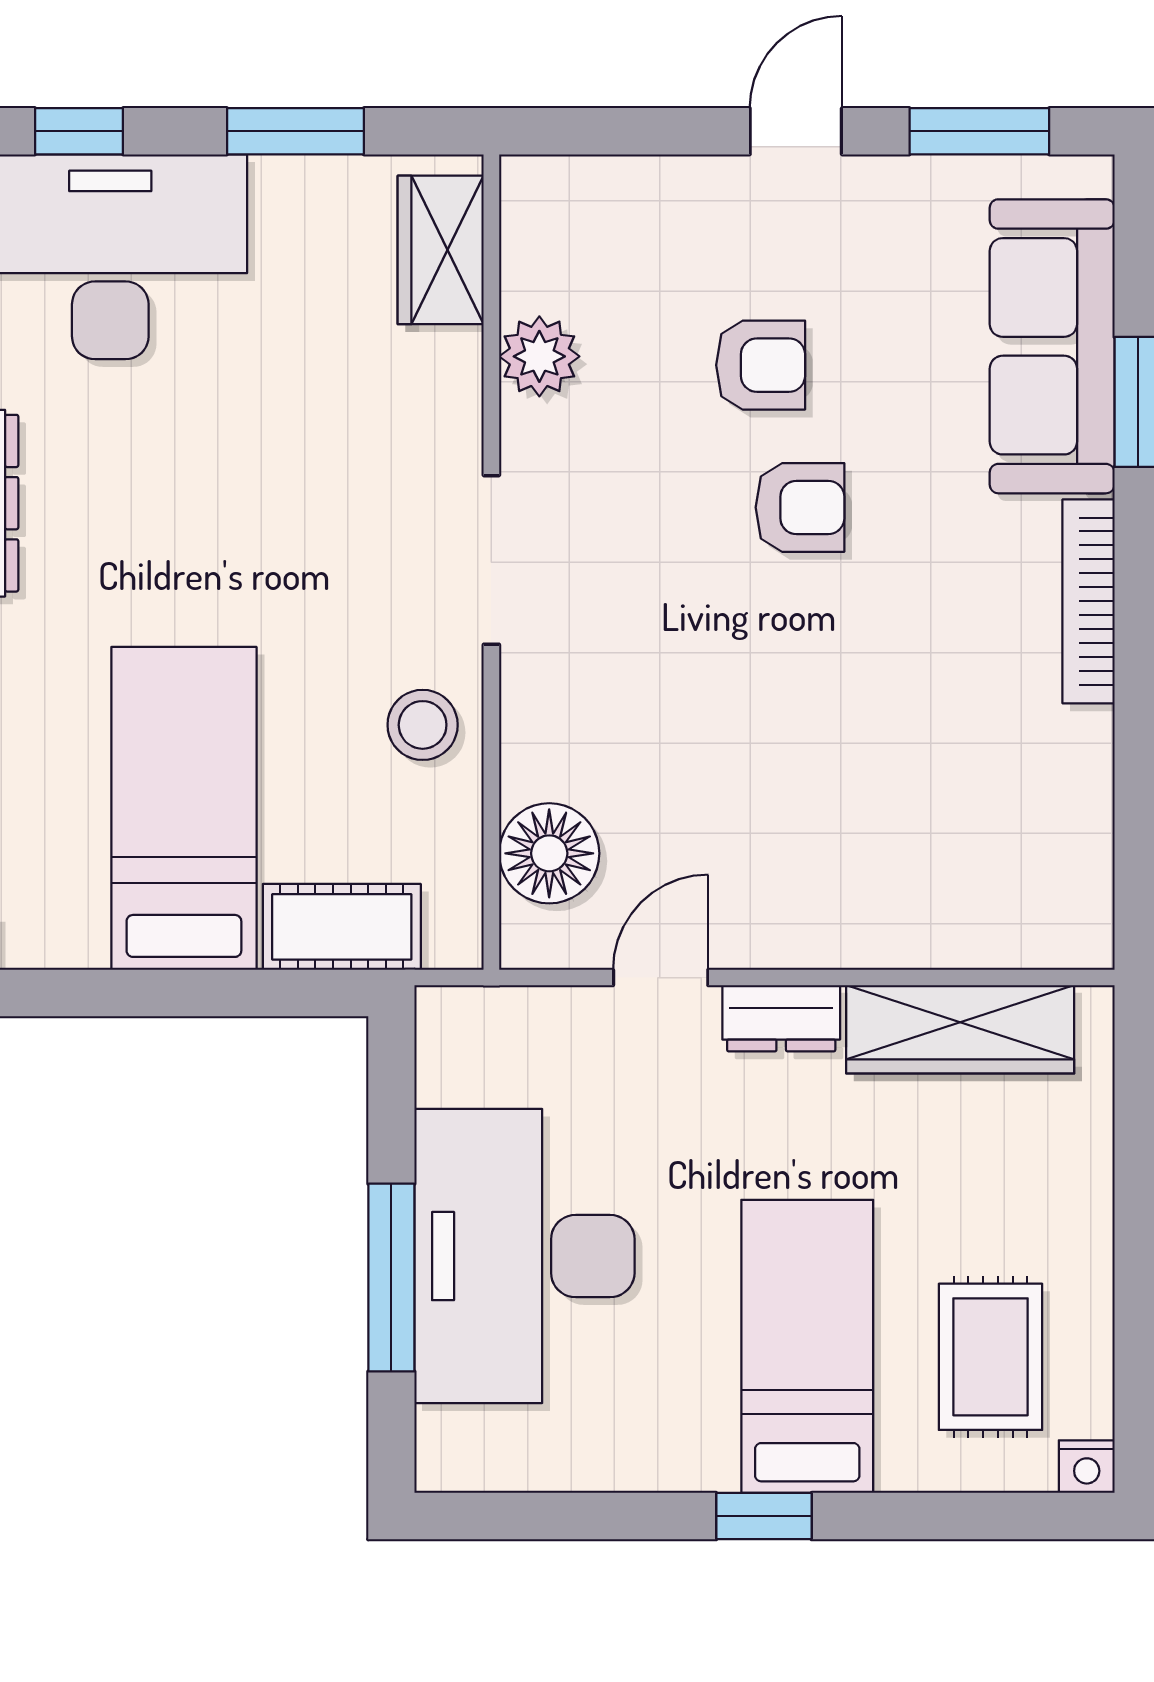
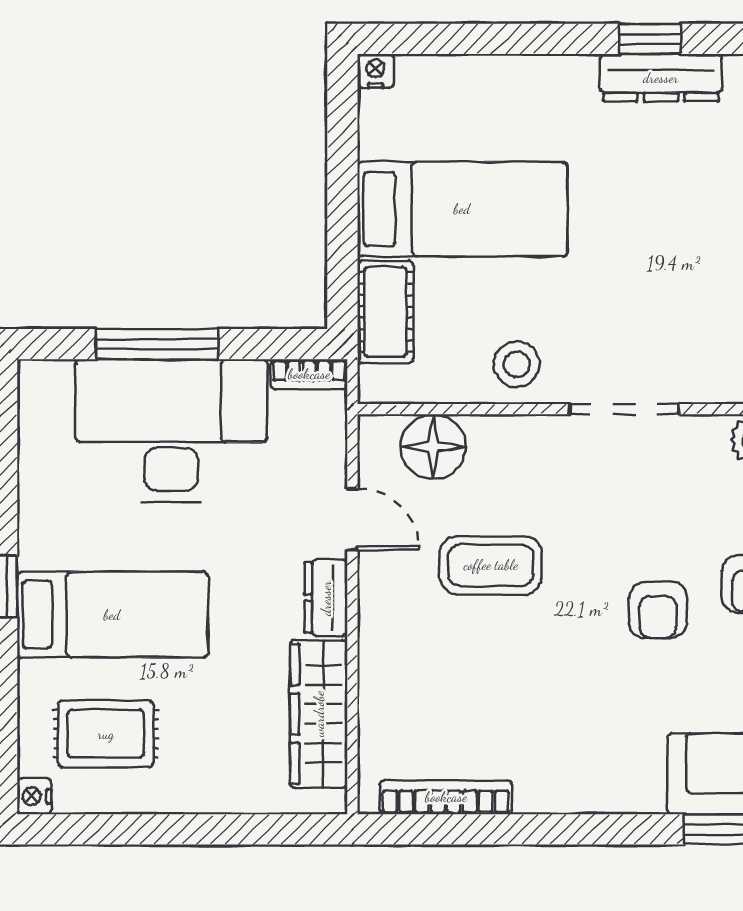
bookcase: (1088, 601) -> (446, 797), moved
coffee table: (732, 765) -> (491, 565), added
bookcase: (438, 1044) -> (309, 374), added

